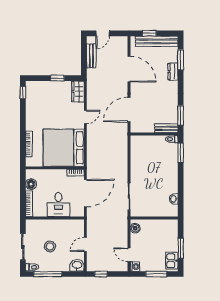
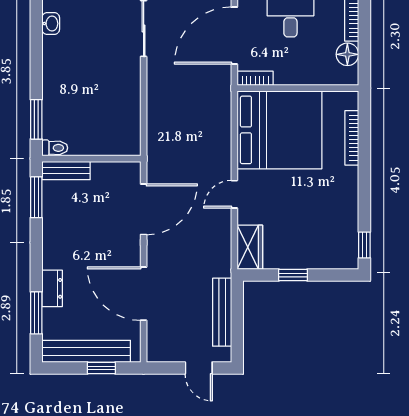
door: (103, 33) -> (199, 368), swing flipped
bench: (91, 56) -> (222, 312), width x1.36

